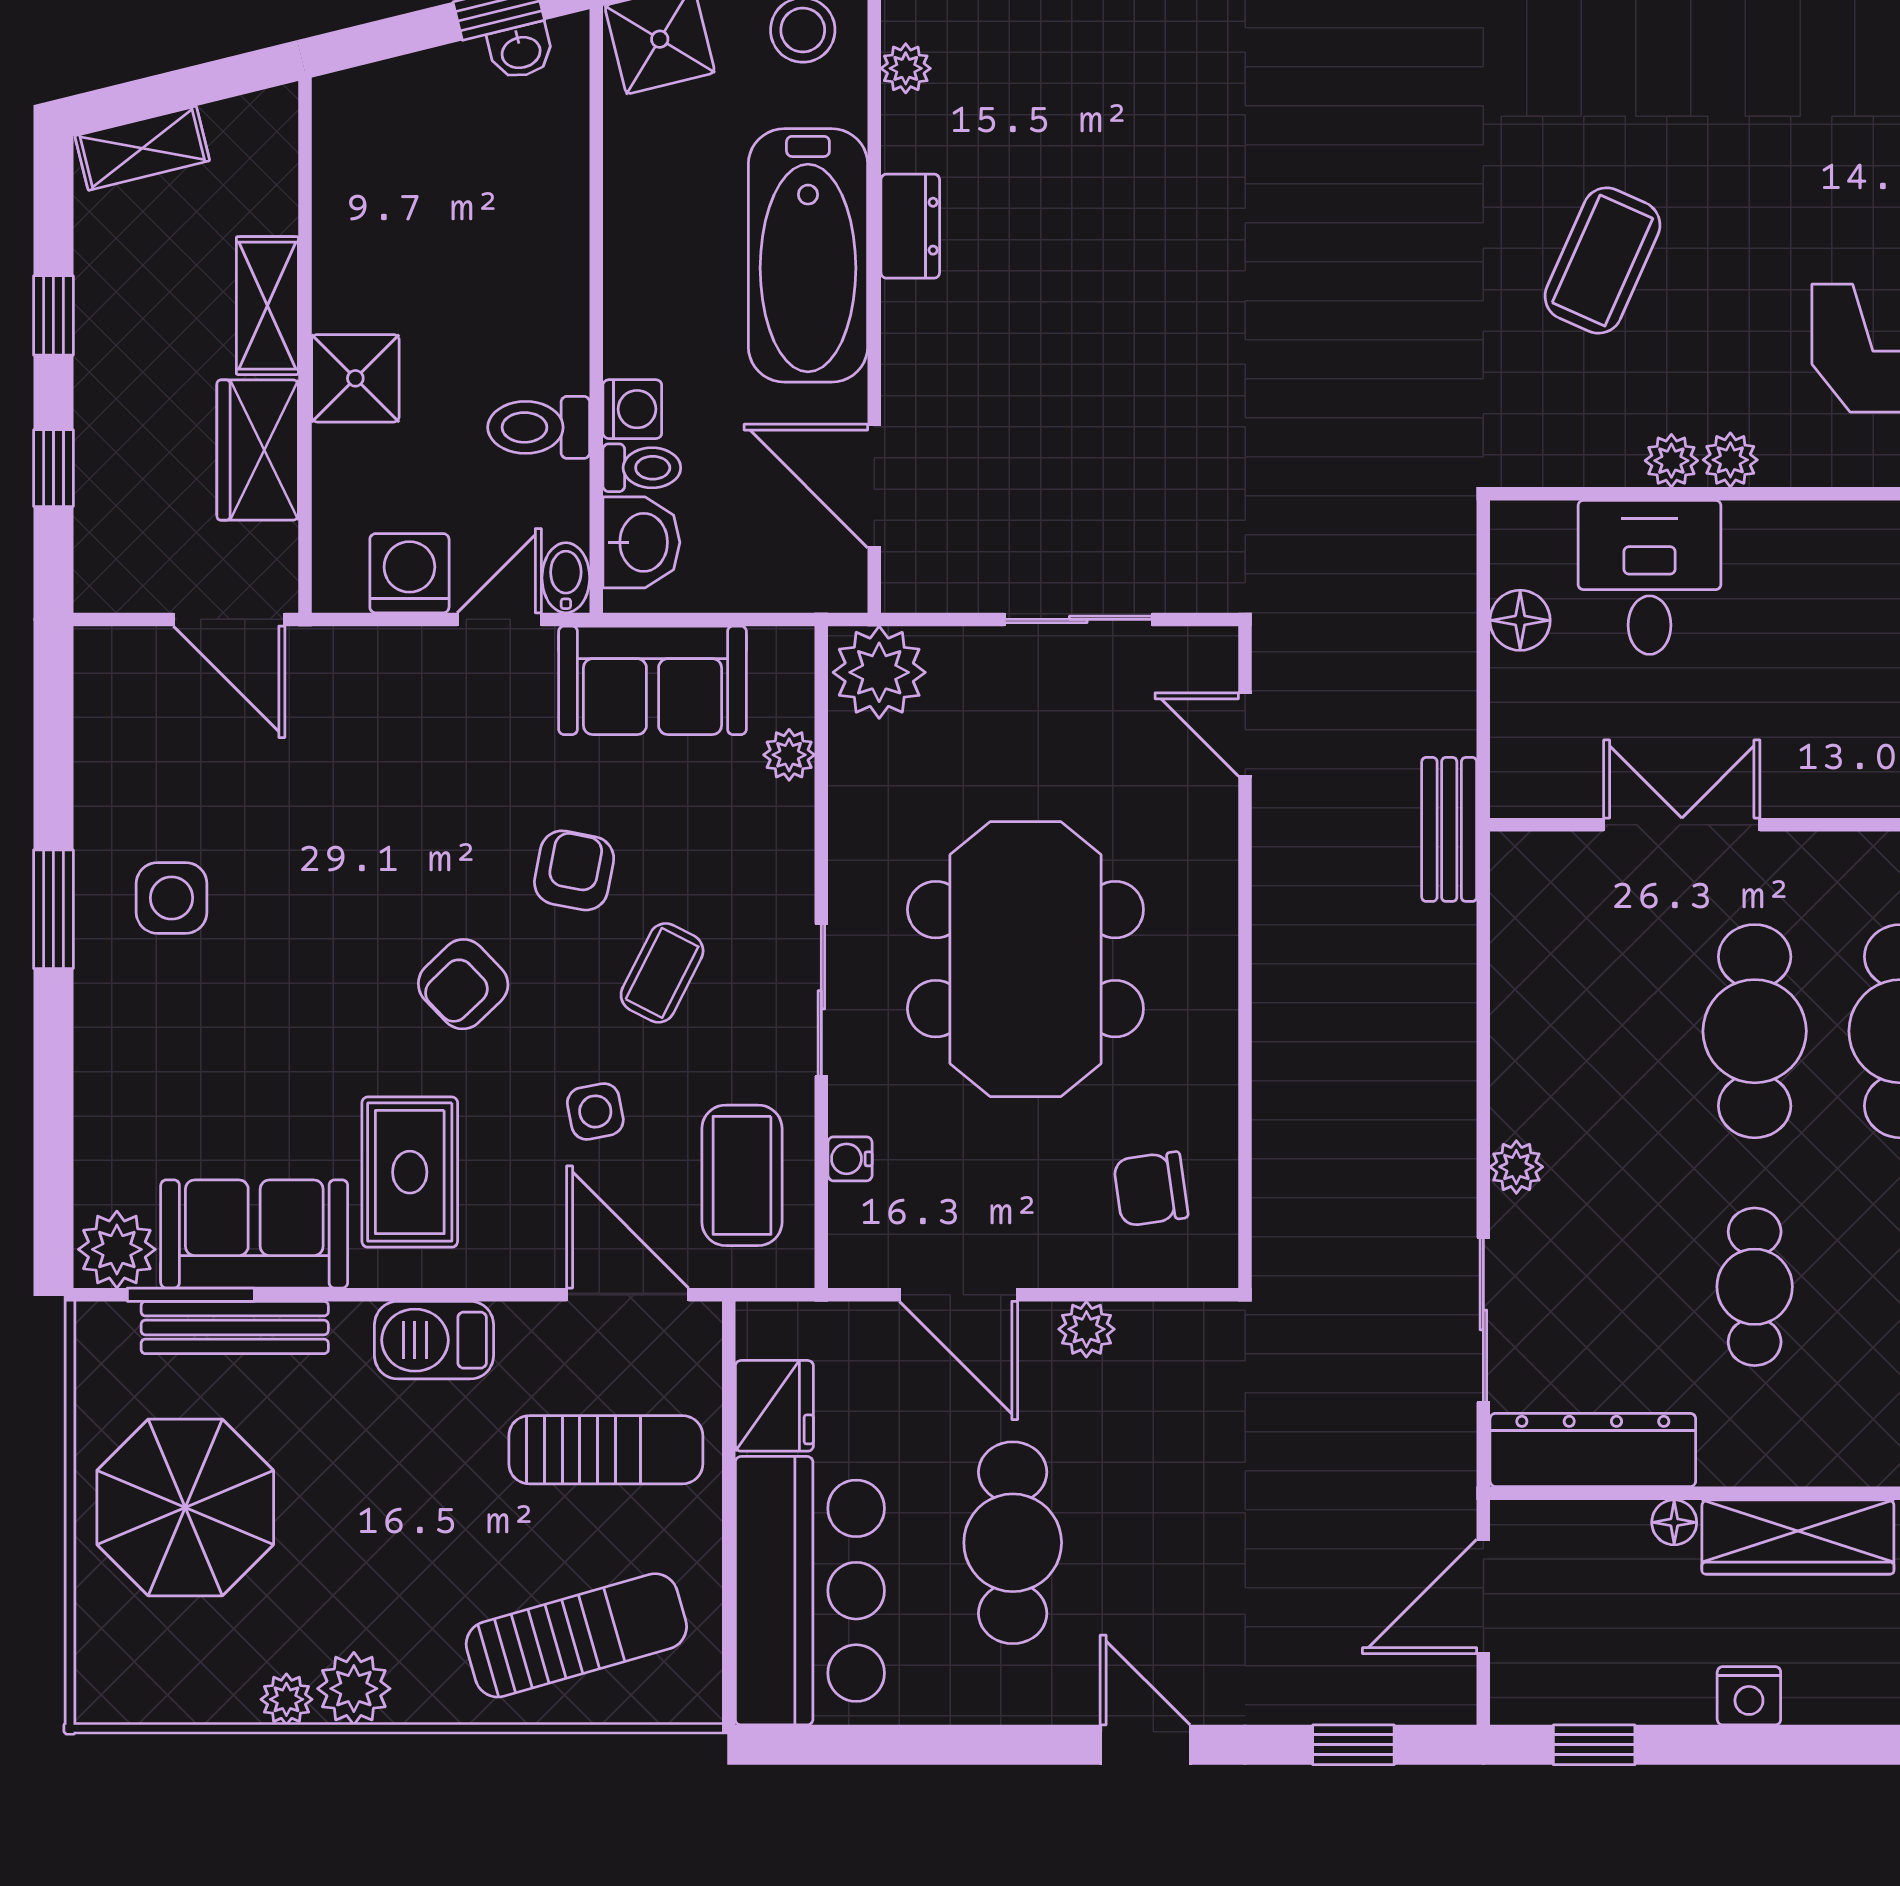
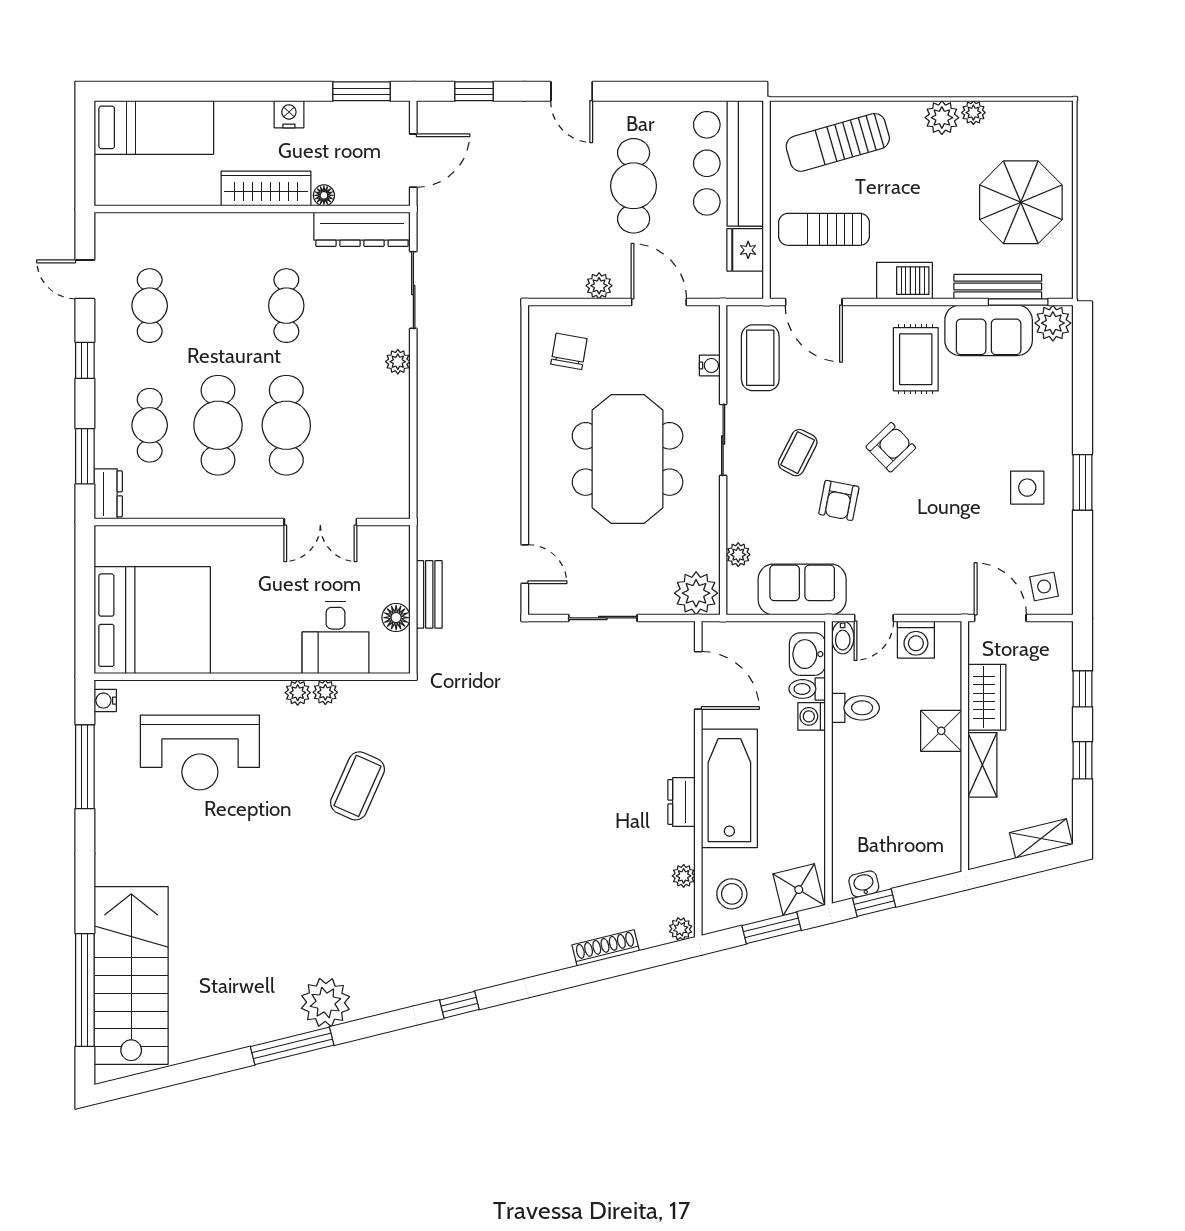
bench: (1449, 829) -> (429, 594), moved
side table: (595, 1111) -> (1044, 586), moved
chair: (1151, 1189) -> (569, 351), turned -72
window: (1594, 1745) -> (361, 91), width x1.50

